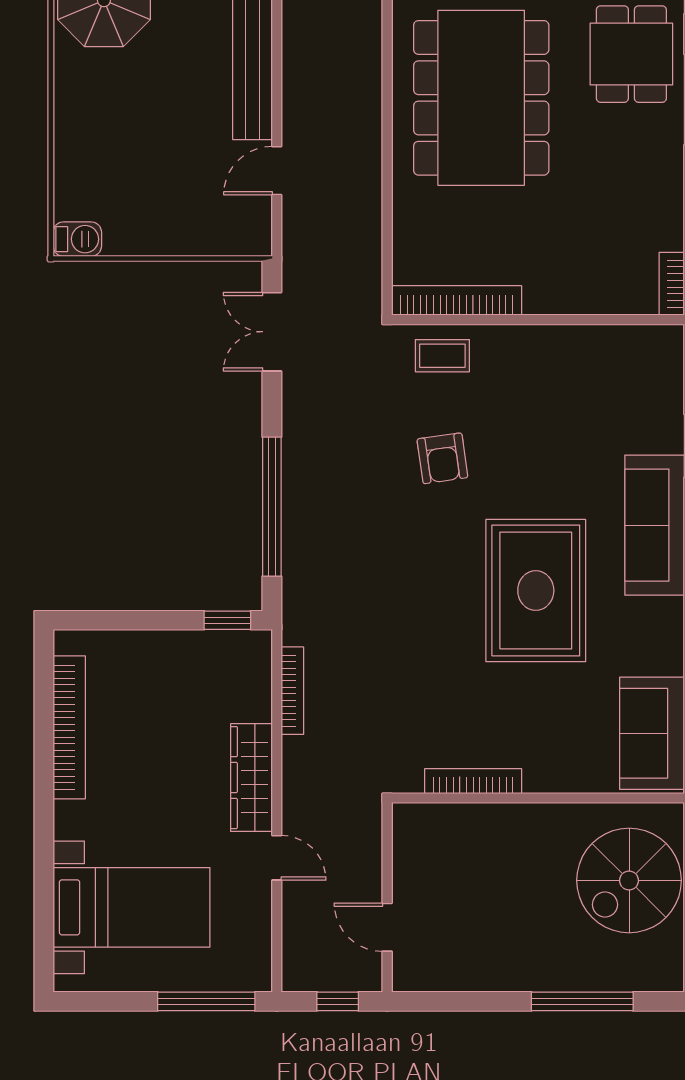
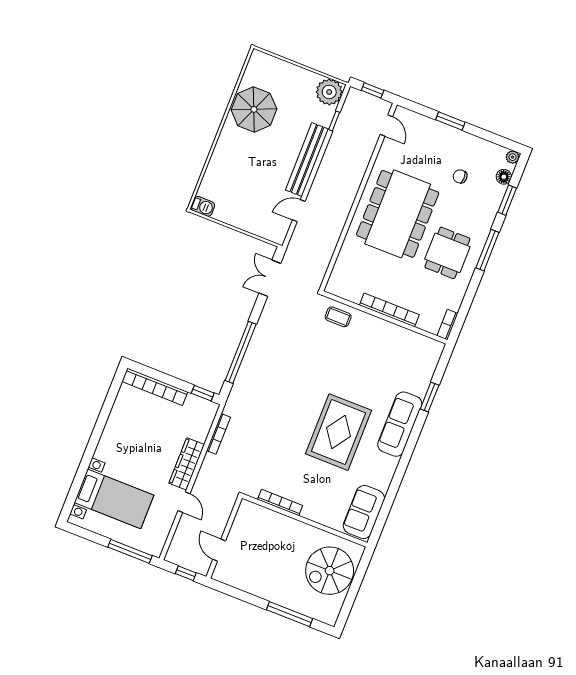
dining table: (631, 54) -> (447, 253), moved
bookcase: (457, 300) -> (389, 310), moved
armchair: (442, 458) -> (321, 360), removed
bookcase: (69, 727) -> (155, 387), moved, turned 90

